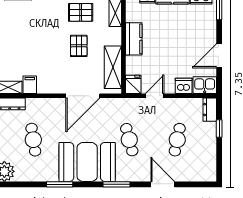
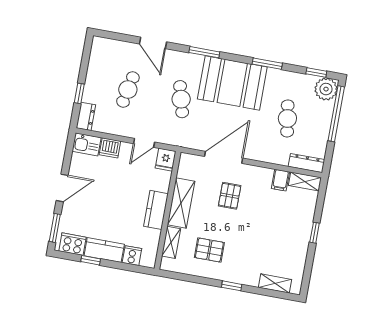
pallet: (79, 46) -> (230, 196), moved
door: (219, 56) -> (62, 188), moved
shelving: (113, 67) -> (181, 203), moved
window: (15, 184) -> (316, 73), added

